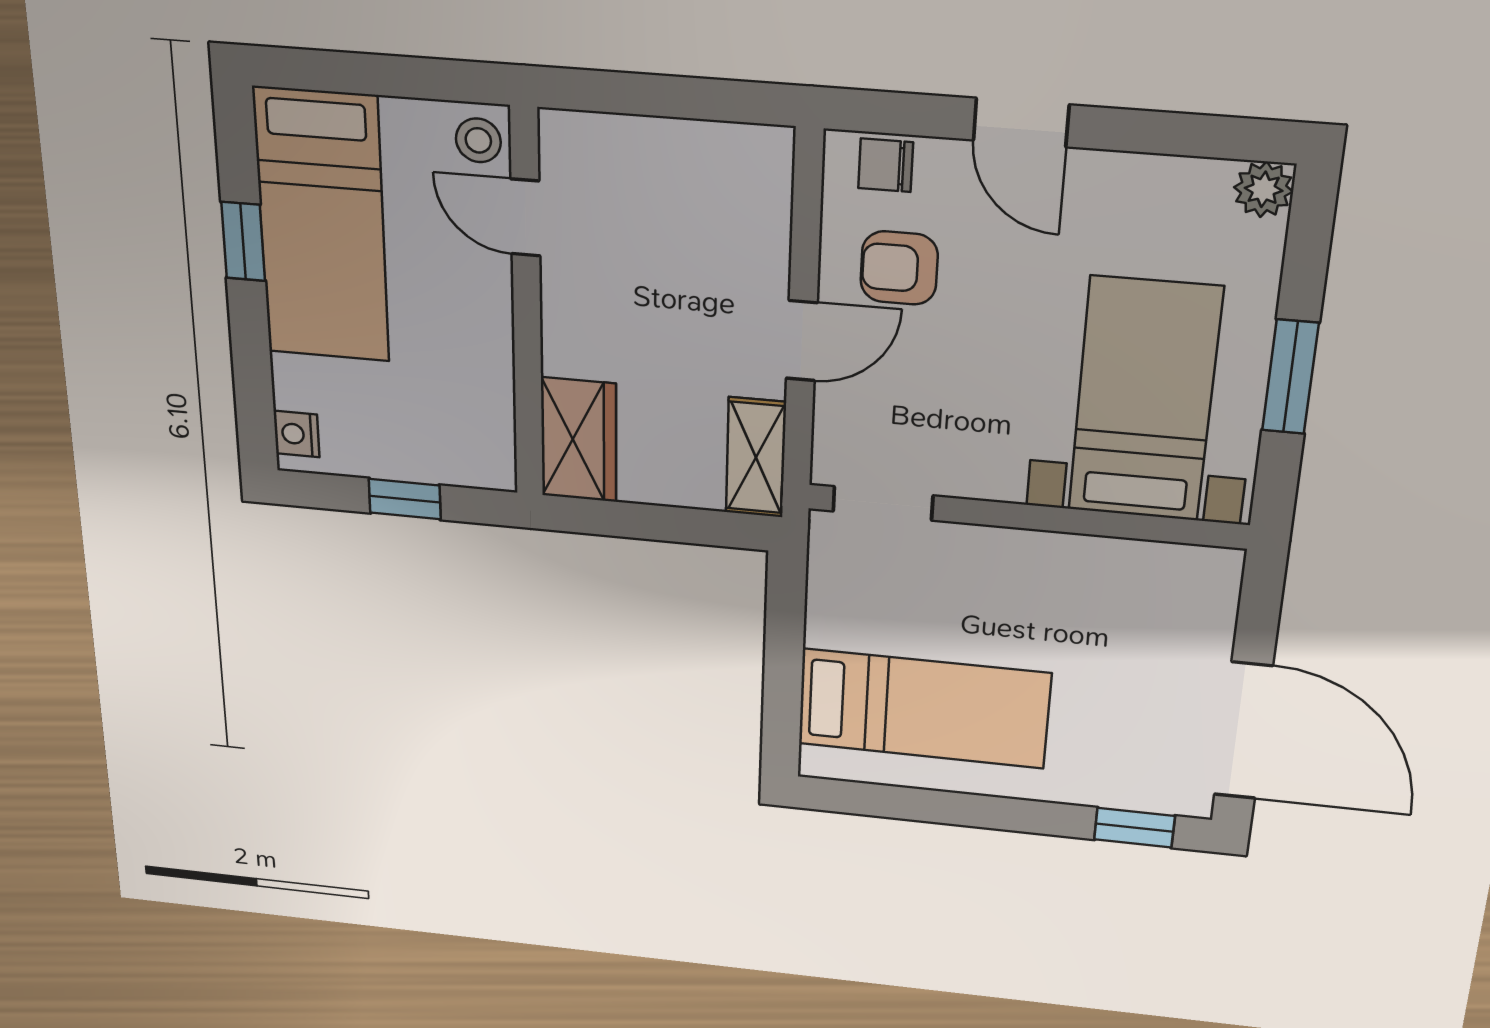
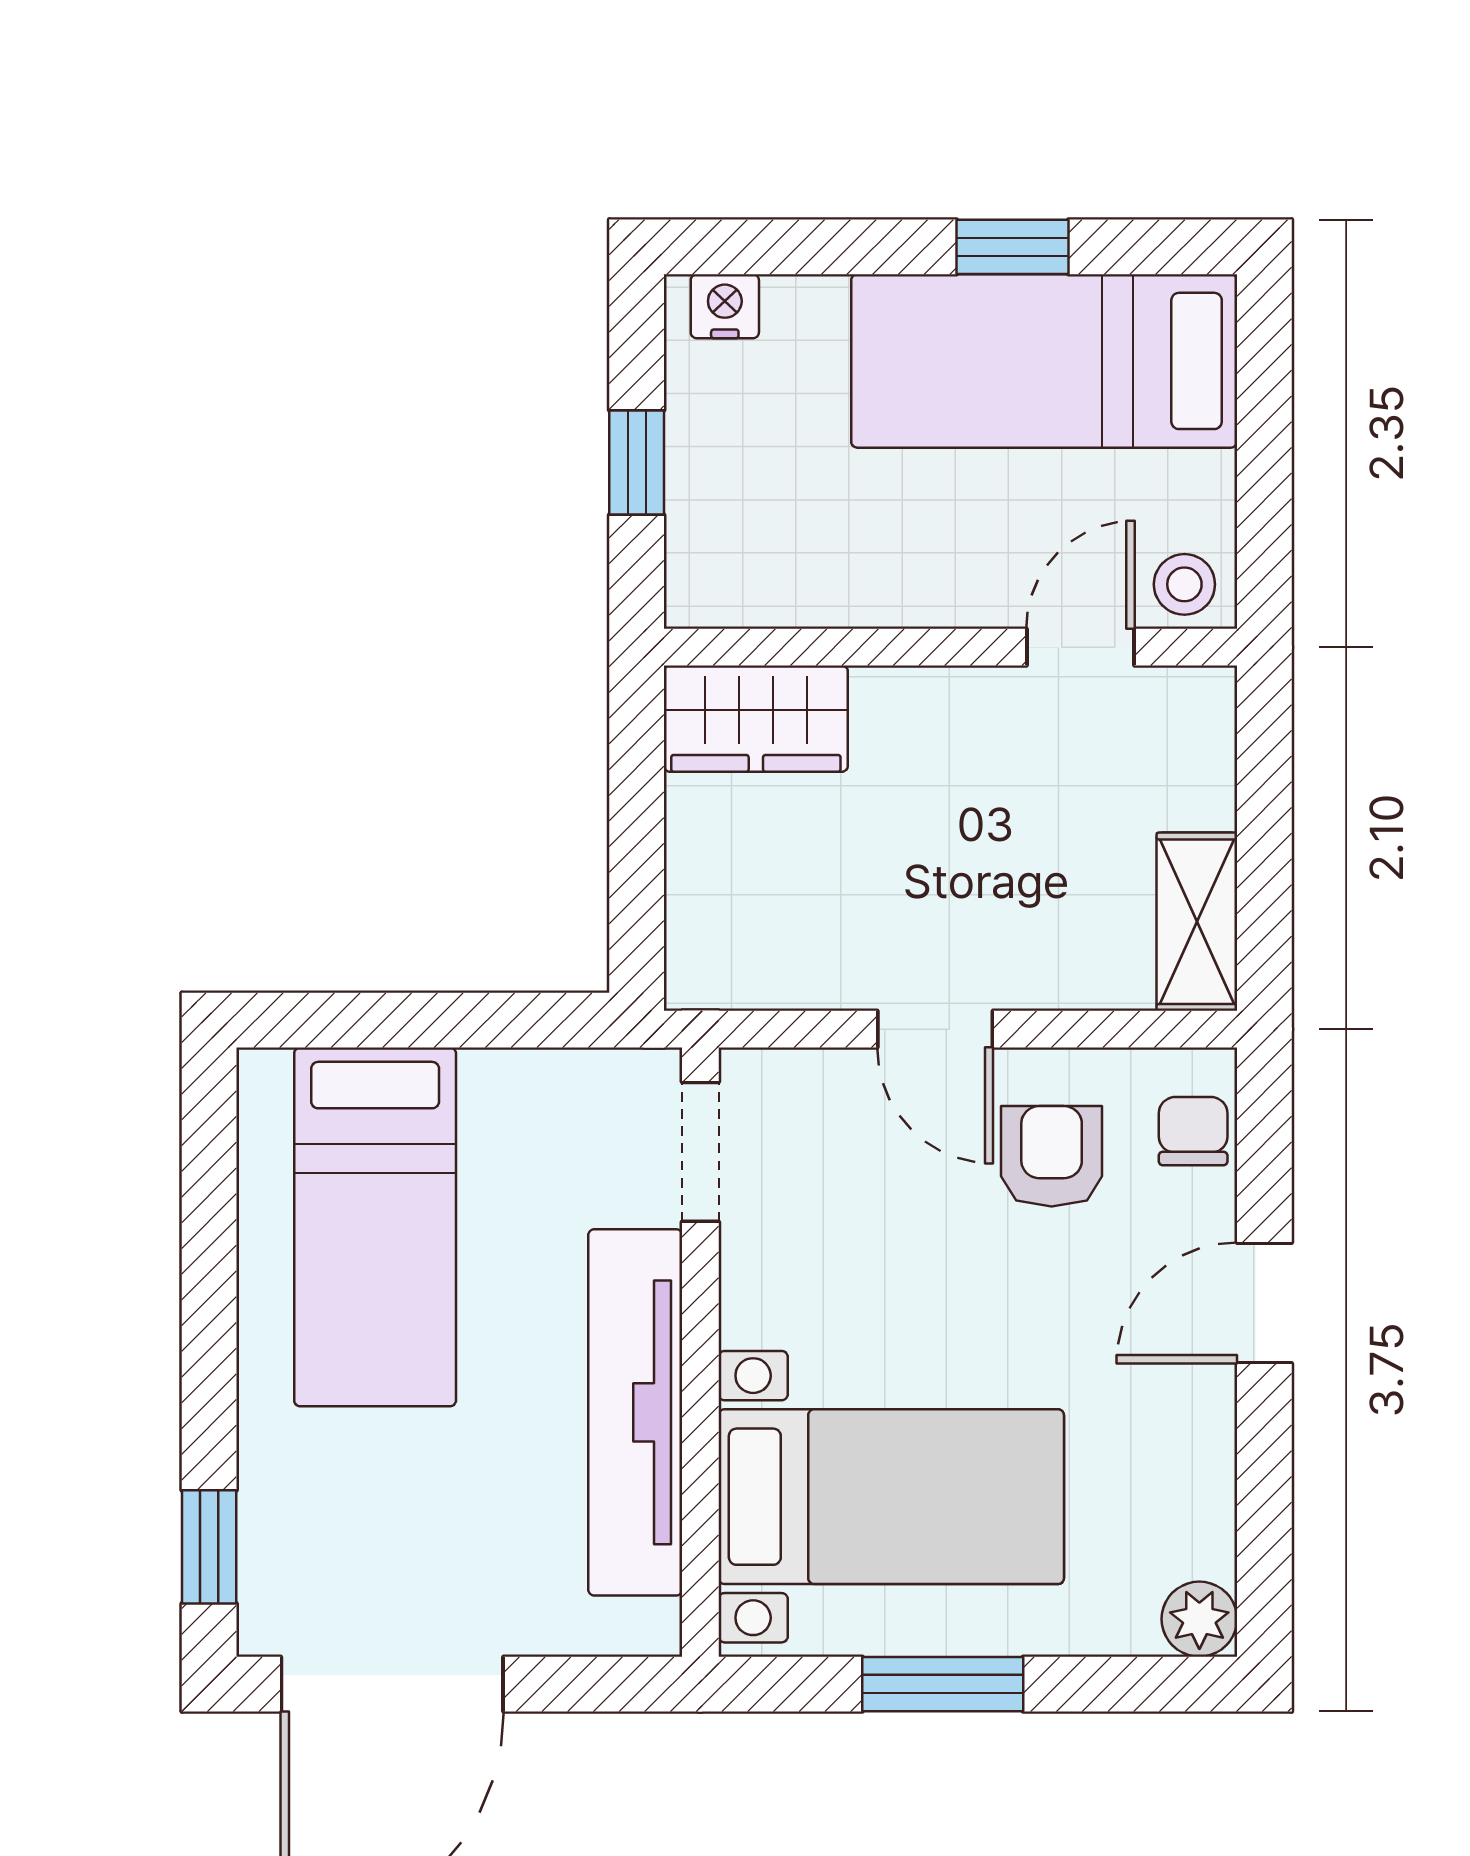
shelving: (756, 458) -> (1197, 922), moved, turned 90
tv unit: (1066, 562) -> (635, 1412), added

